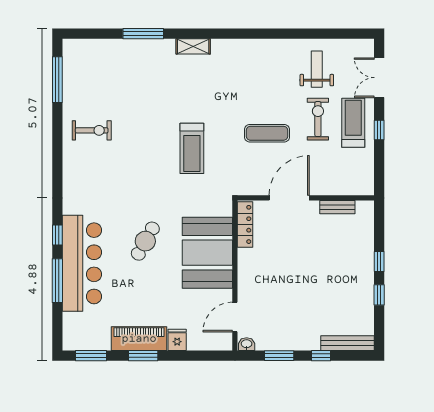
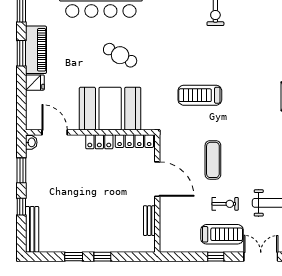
exercise bike: (318, 119) -> (225, 204), width x0.73, depth x0.72
locker: (246, 265) -> (99, 142), added

